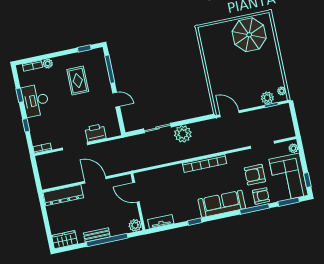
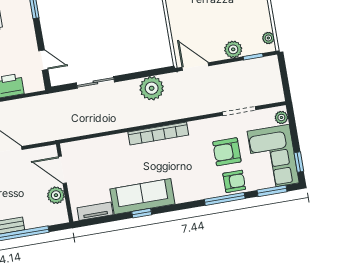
plant: (267, 98) -> (233, 49), moved
door: (116, 100) -> (43, 60), moved
plant: (183, 134) -> (152, 88), moved
sofa: (222, 204) -> (142, 197), moved
plant: (135, 225) -> (56, 195), moved

